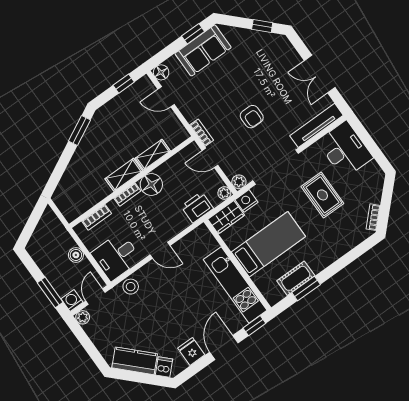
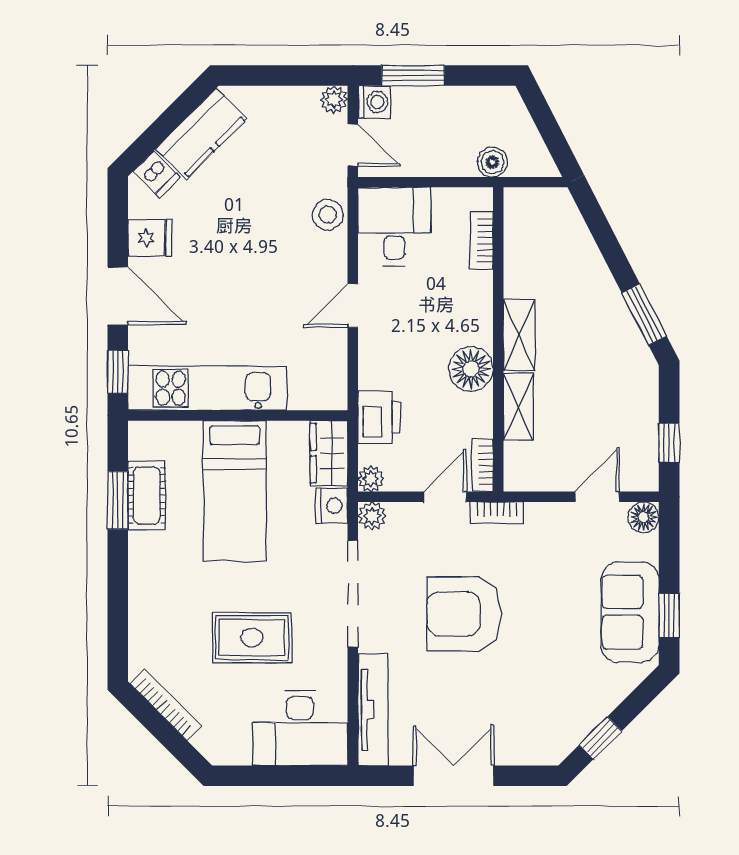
armchair: (252, 117) -> (464, 614), width x1.88, depth x1.88
bookcase: (127, 195) -> (483, 465), moved
bookcase: (373, 217) -> (166, 705), width x1.56
boiler: (76, 255) -> (492, 162), moved

